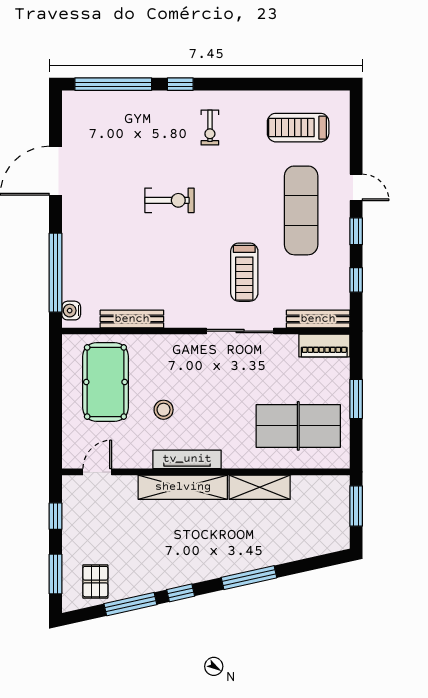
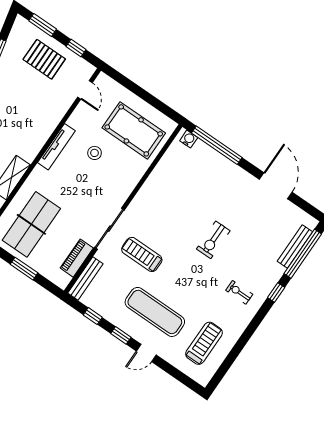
bench: (132, 319) -> (295, 246), moved
piano: (324, 346) -> (77, 258), moved
shelving: (183, 487) -> (42, 133), removed
pallet: (95, 582) -> (44, 59), moved, width x1.50, depth x1.42

